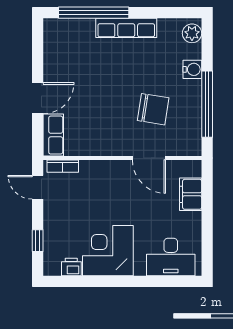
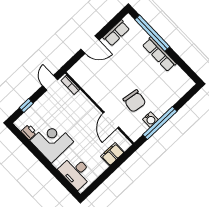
plant: (192, 33) -> (185, 86), removed
water cooler: (192, 69) -> (150, 120), moved
row of seats: (53, 135) -> (116, 33), moved

